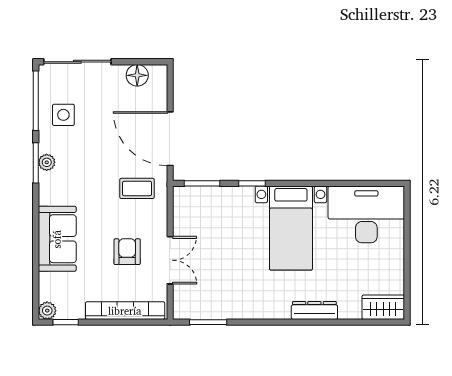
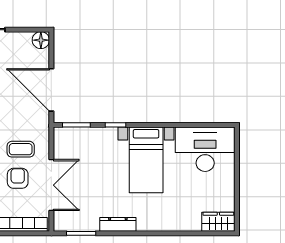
floor lamp: (137, 75) -> (41, 40), moved
coffee table: (137, 188) -> (21, 149), moved
double door: (170, 260) -> (51, 185), width x1.37
dresser: (314, 311) -> (118, 224), moved

